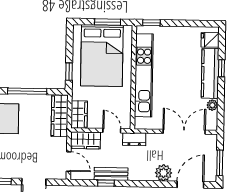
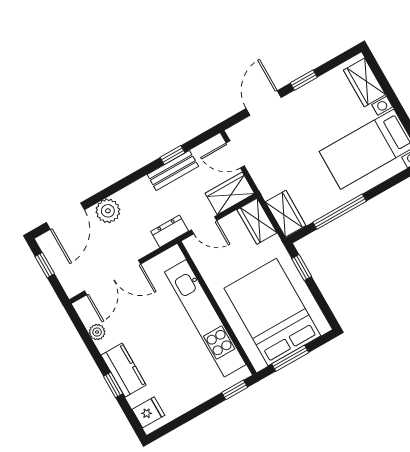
kitchen counter: (210, 73) -> (124, 370), width x0.67
wardrobe: (60, 116) -> (286, 214), width x0.67
window: (220, 163) -> (45, 265), width x0.67

